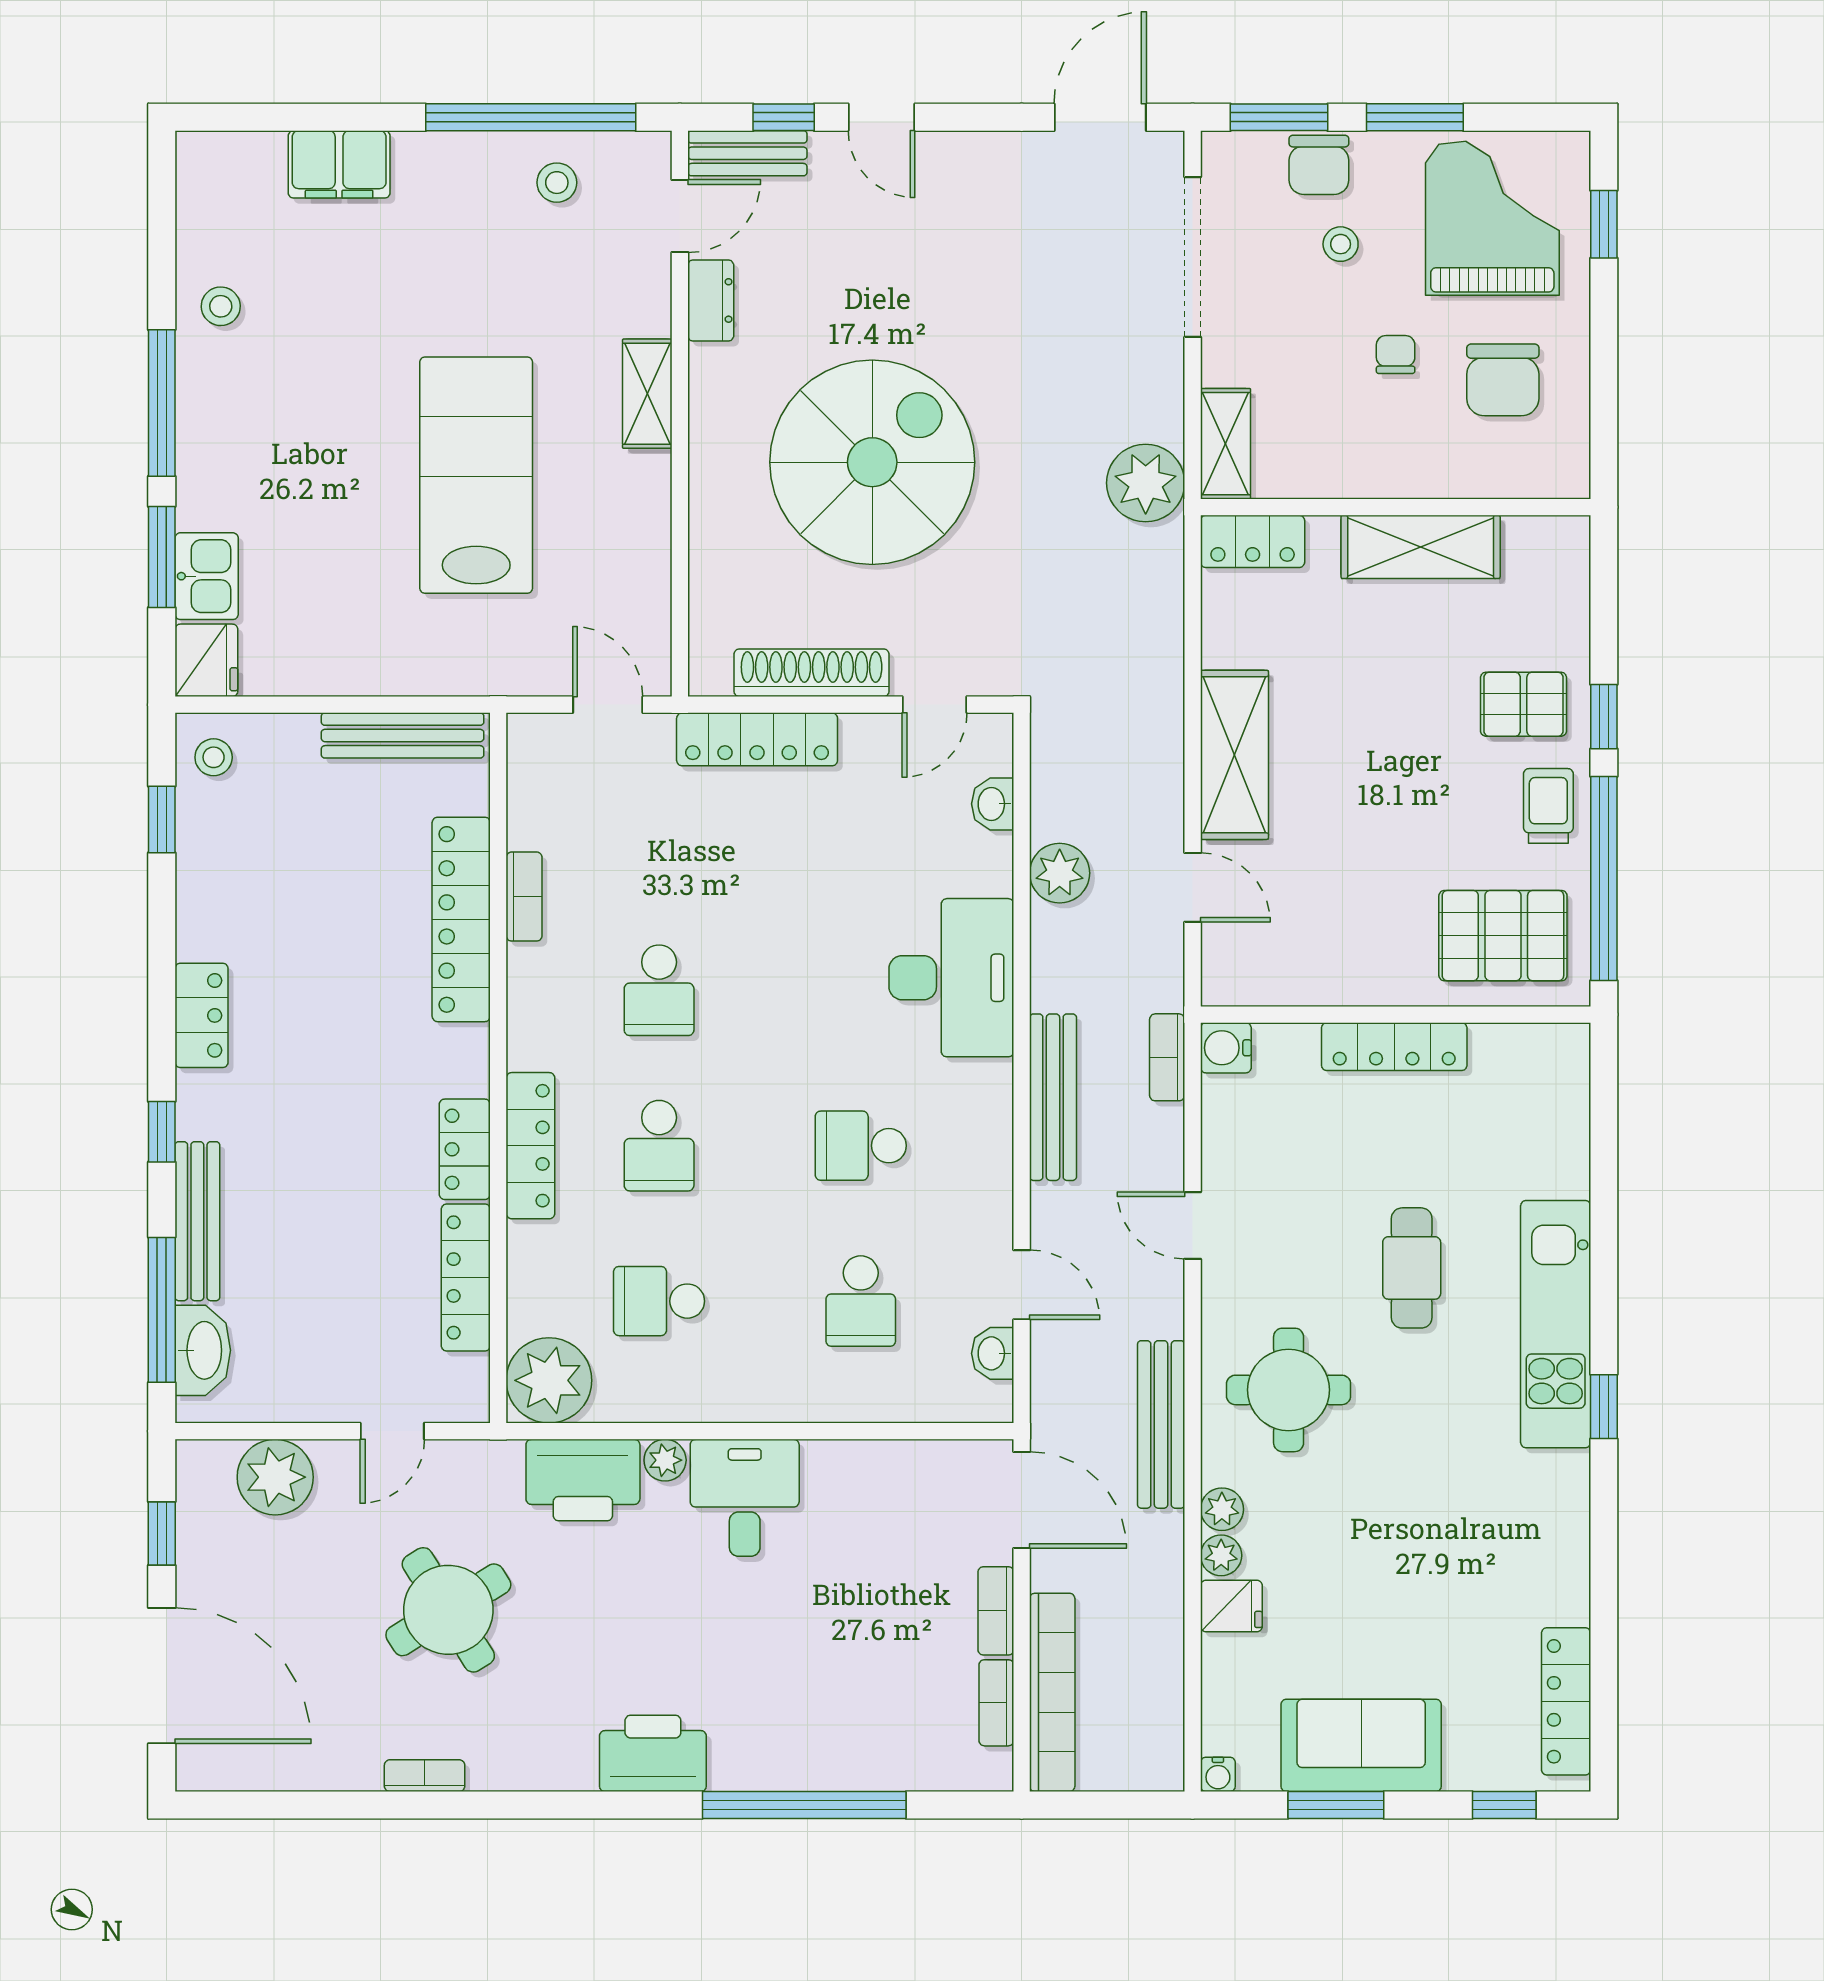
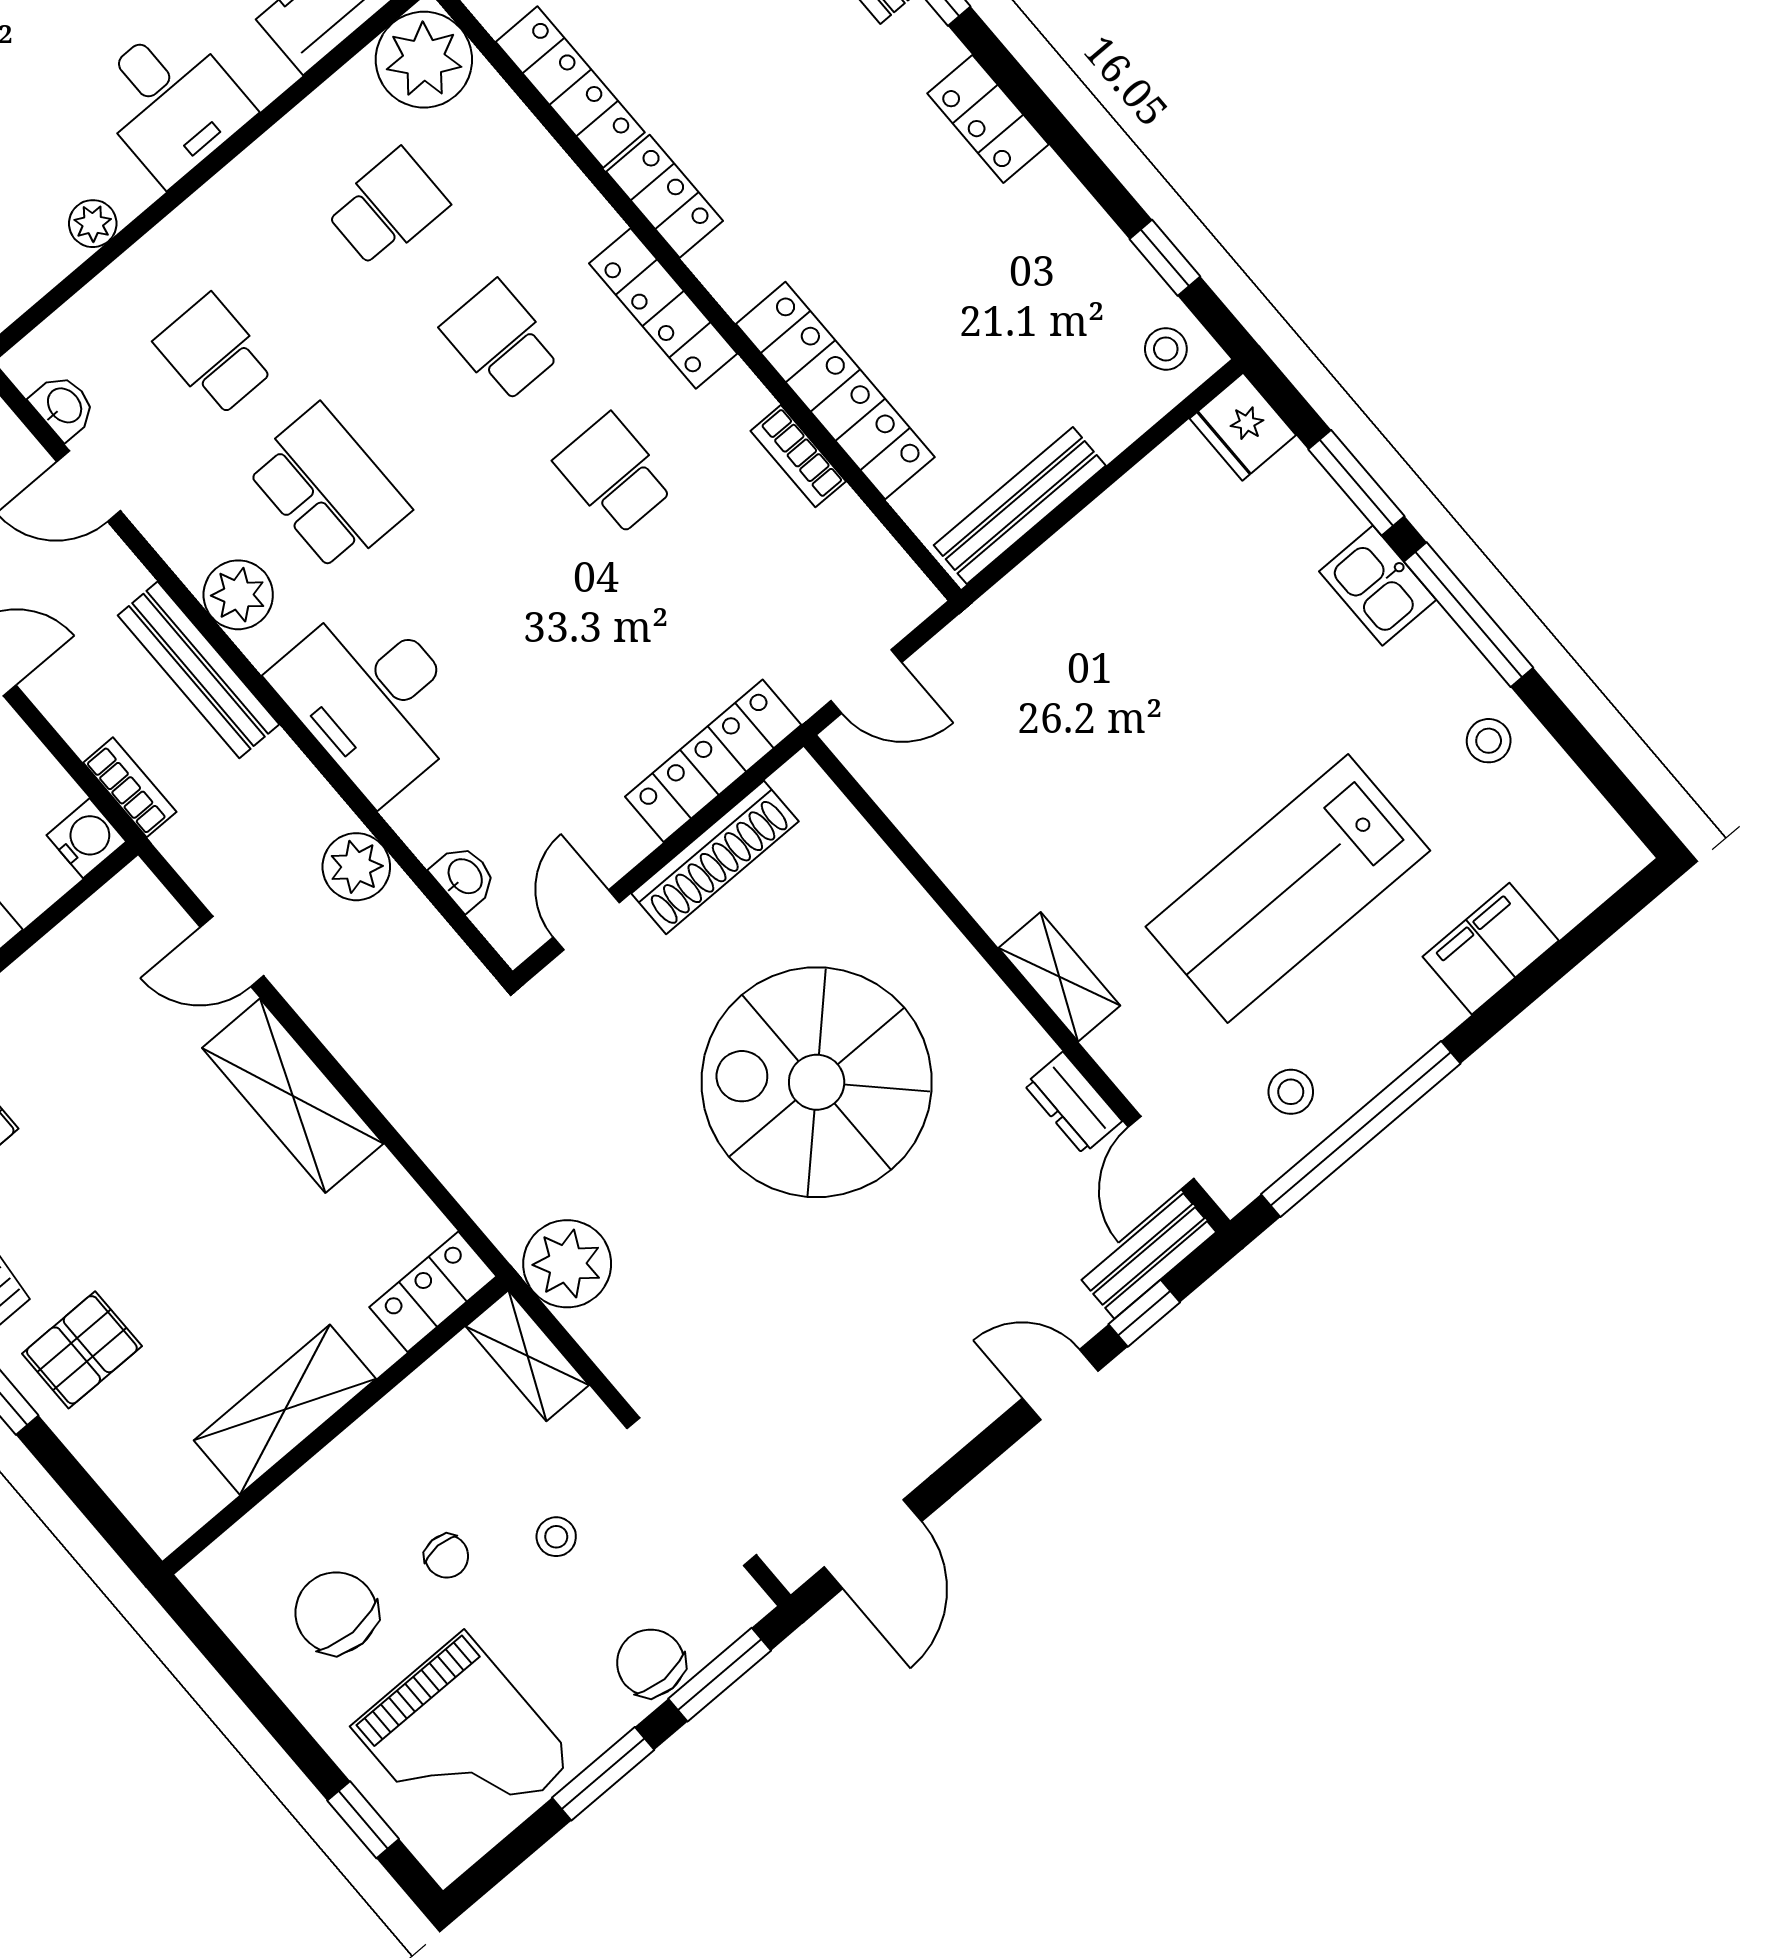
stool: (1341, 244) -> (556, 1537), moved
spiral stairs: (872, 462) -> (817, 1082), turned 90
lab bench: (476, 475) -> (1288, 889), moved, turned 90
kitchen sink: (207, 576) -> (1378, 586), moved
plant: (983, 1125) -> (238, 595), added
locker: (530, 1146) -> (663, 308), moved
school desk: (861, 1146) -> (328, 488), width x1.85
plant: (665, 1460) -> (93, 224), moved

